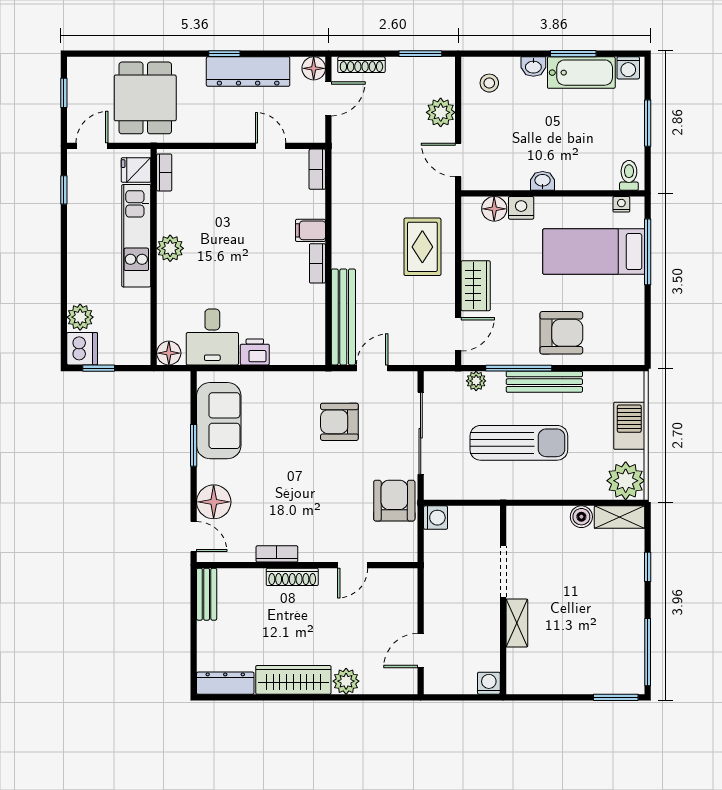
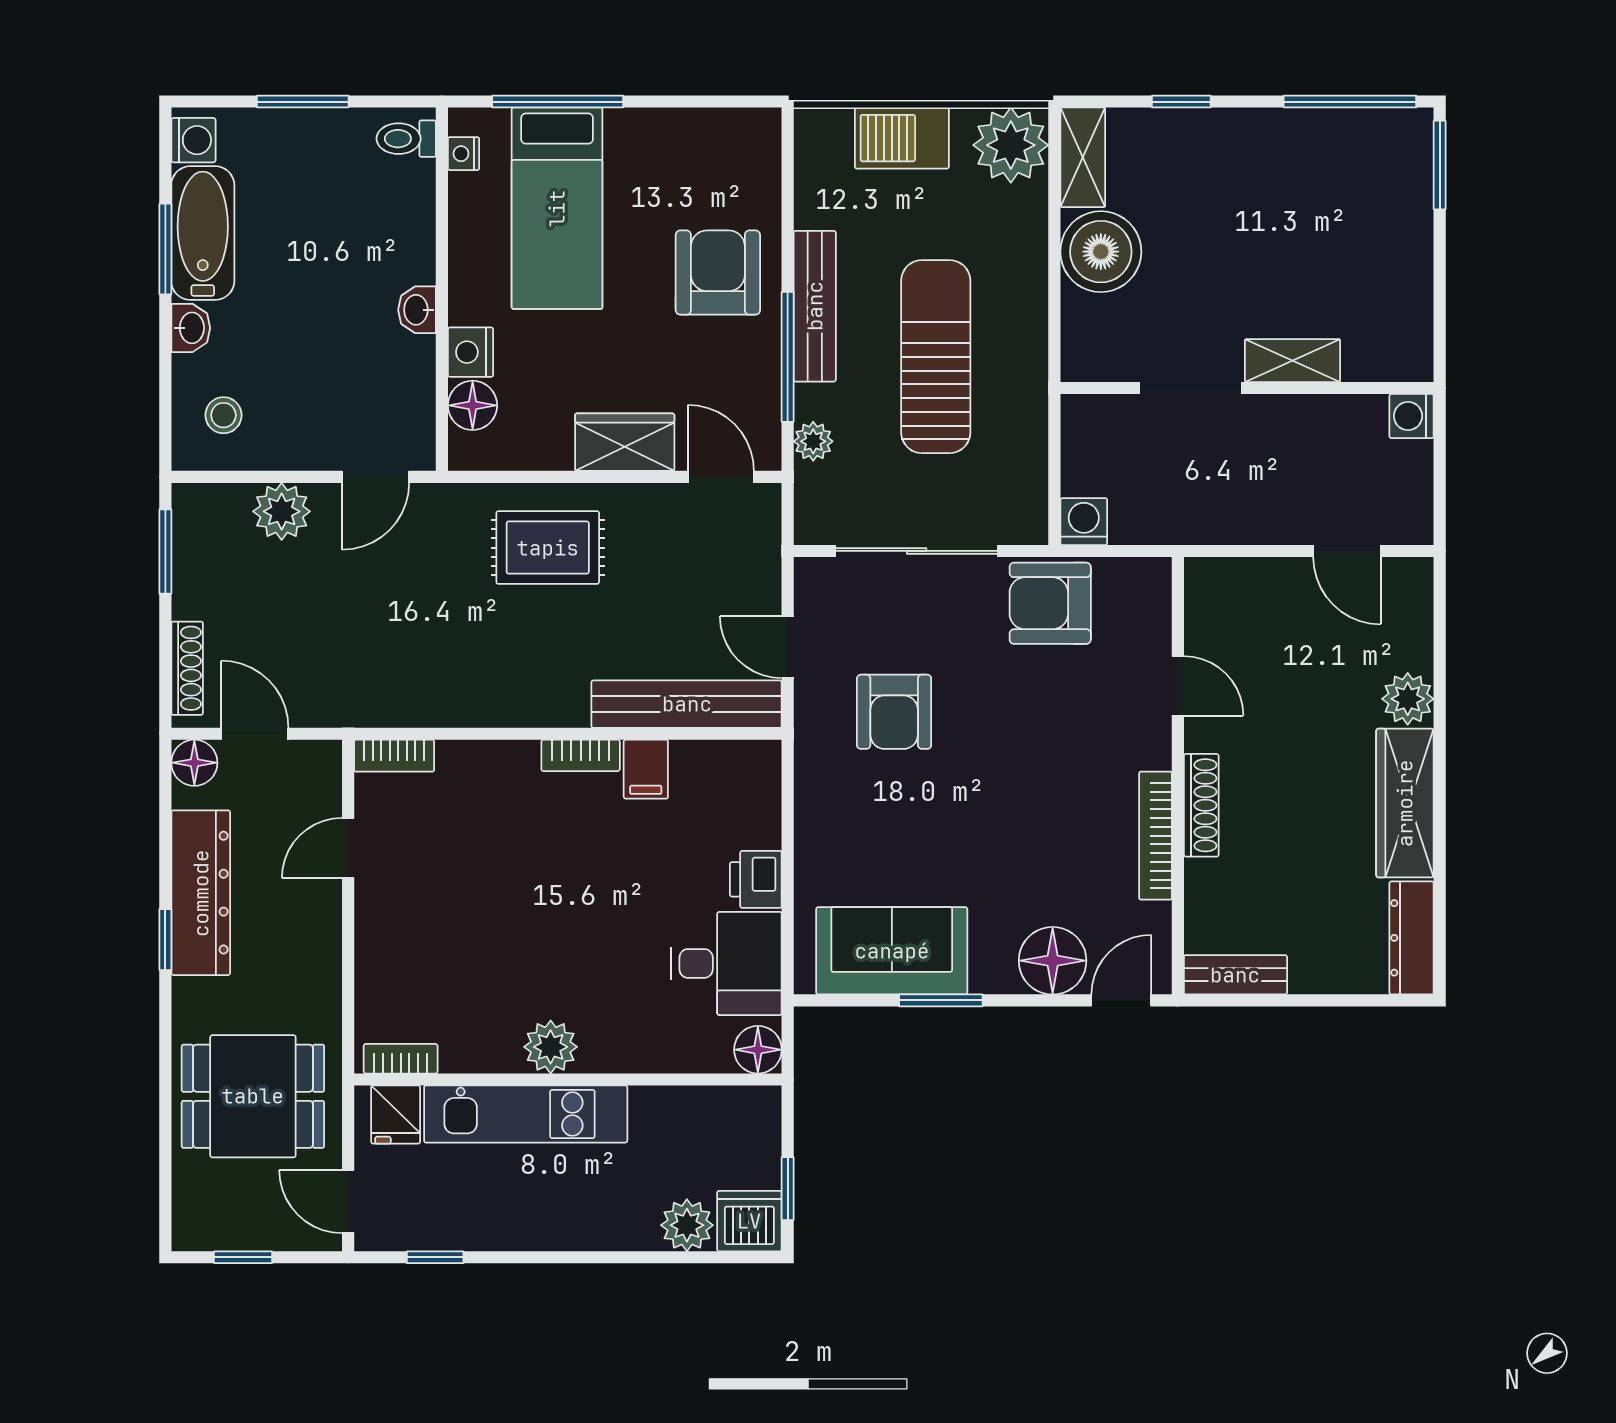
filing cabinet: (310, 230) -> (646, 769), moved
boiler: (581, 517) -> (1101, 252), width x1.86, depth x1.86
bookcase: (277, 554) -> (1156, 836), width x1.56

